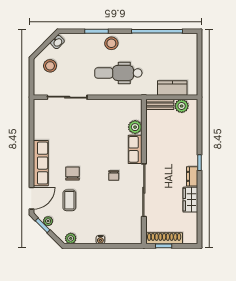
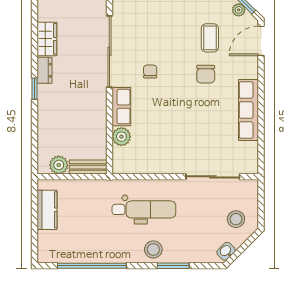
kitchen counter: (172, 88) -> (47, 210), moved, turned -90
row of seats: (41, 163) -> (248, 110), moved

